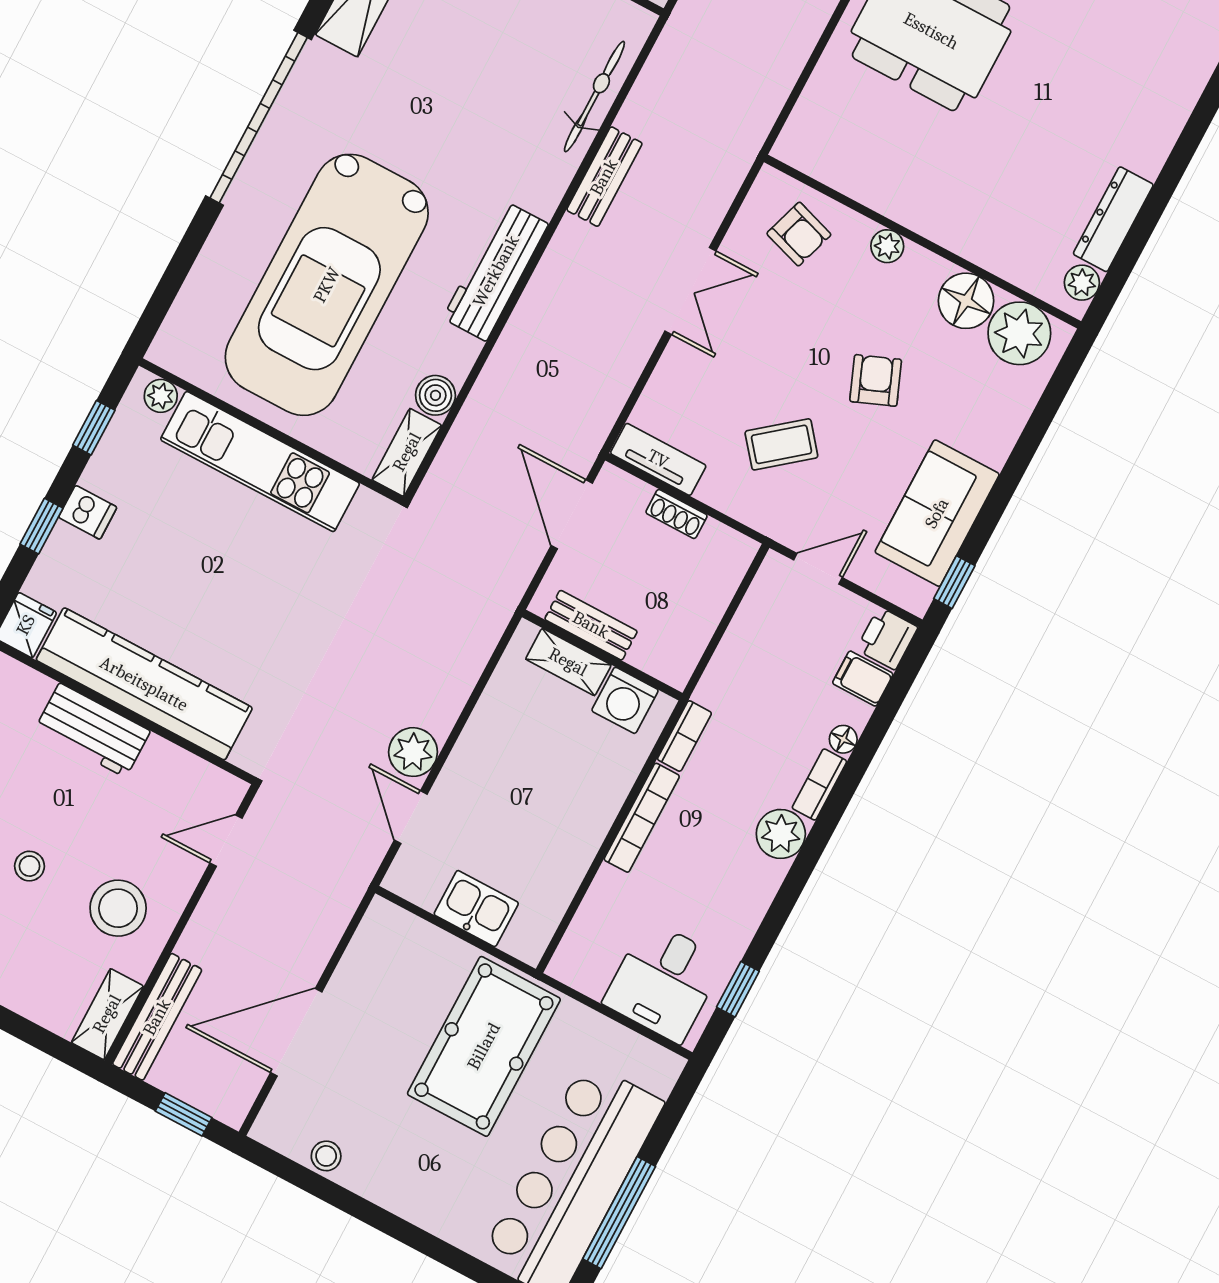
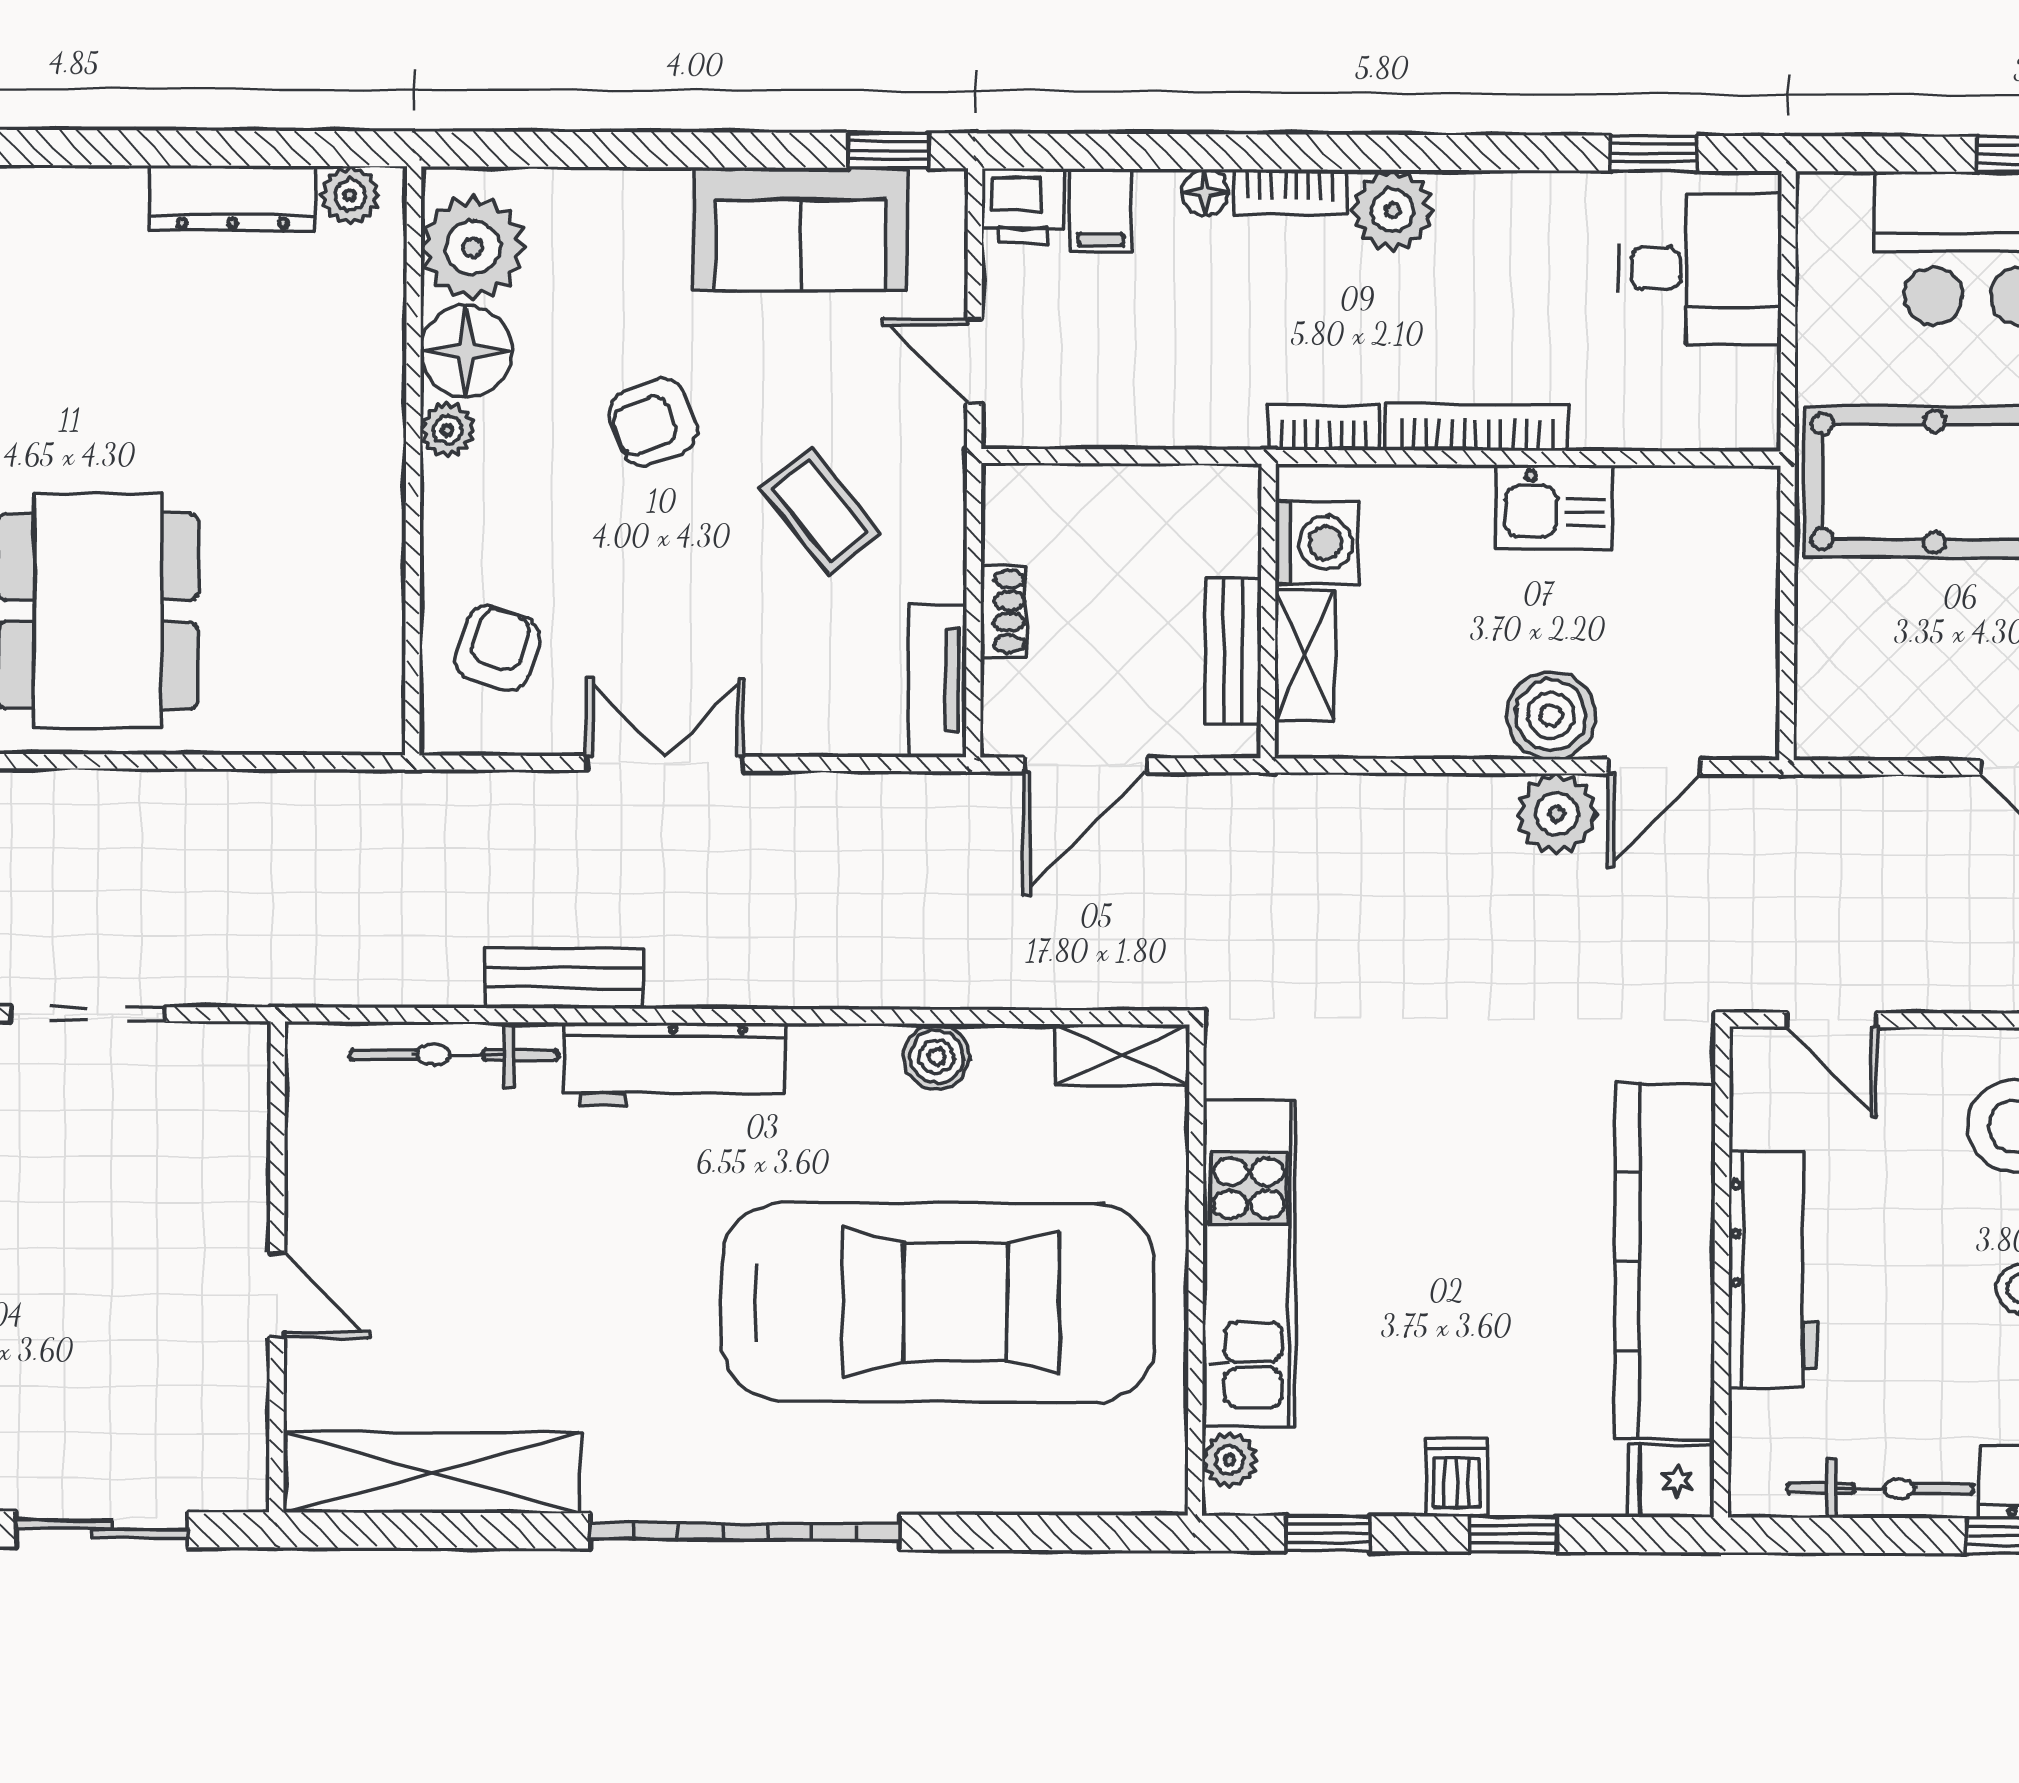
plant: (887, 246) -> (447, 430), moved
workbench: (496, 271) -> (674, 1065), moved
boiler: (435, 395) -> (937, 1057), moved
workbench: (93, 730) -> (1773, 1269), width x1.37
boiler: (467, 776) -> (1551, 715), added
kitchen sink: (476, 909) -> (1554, 507), moved, turned -90

